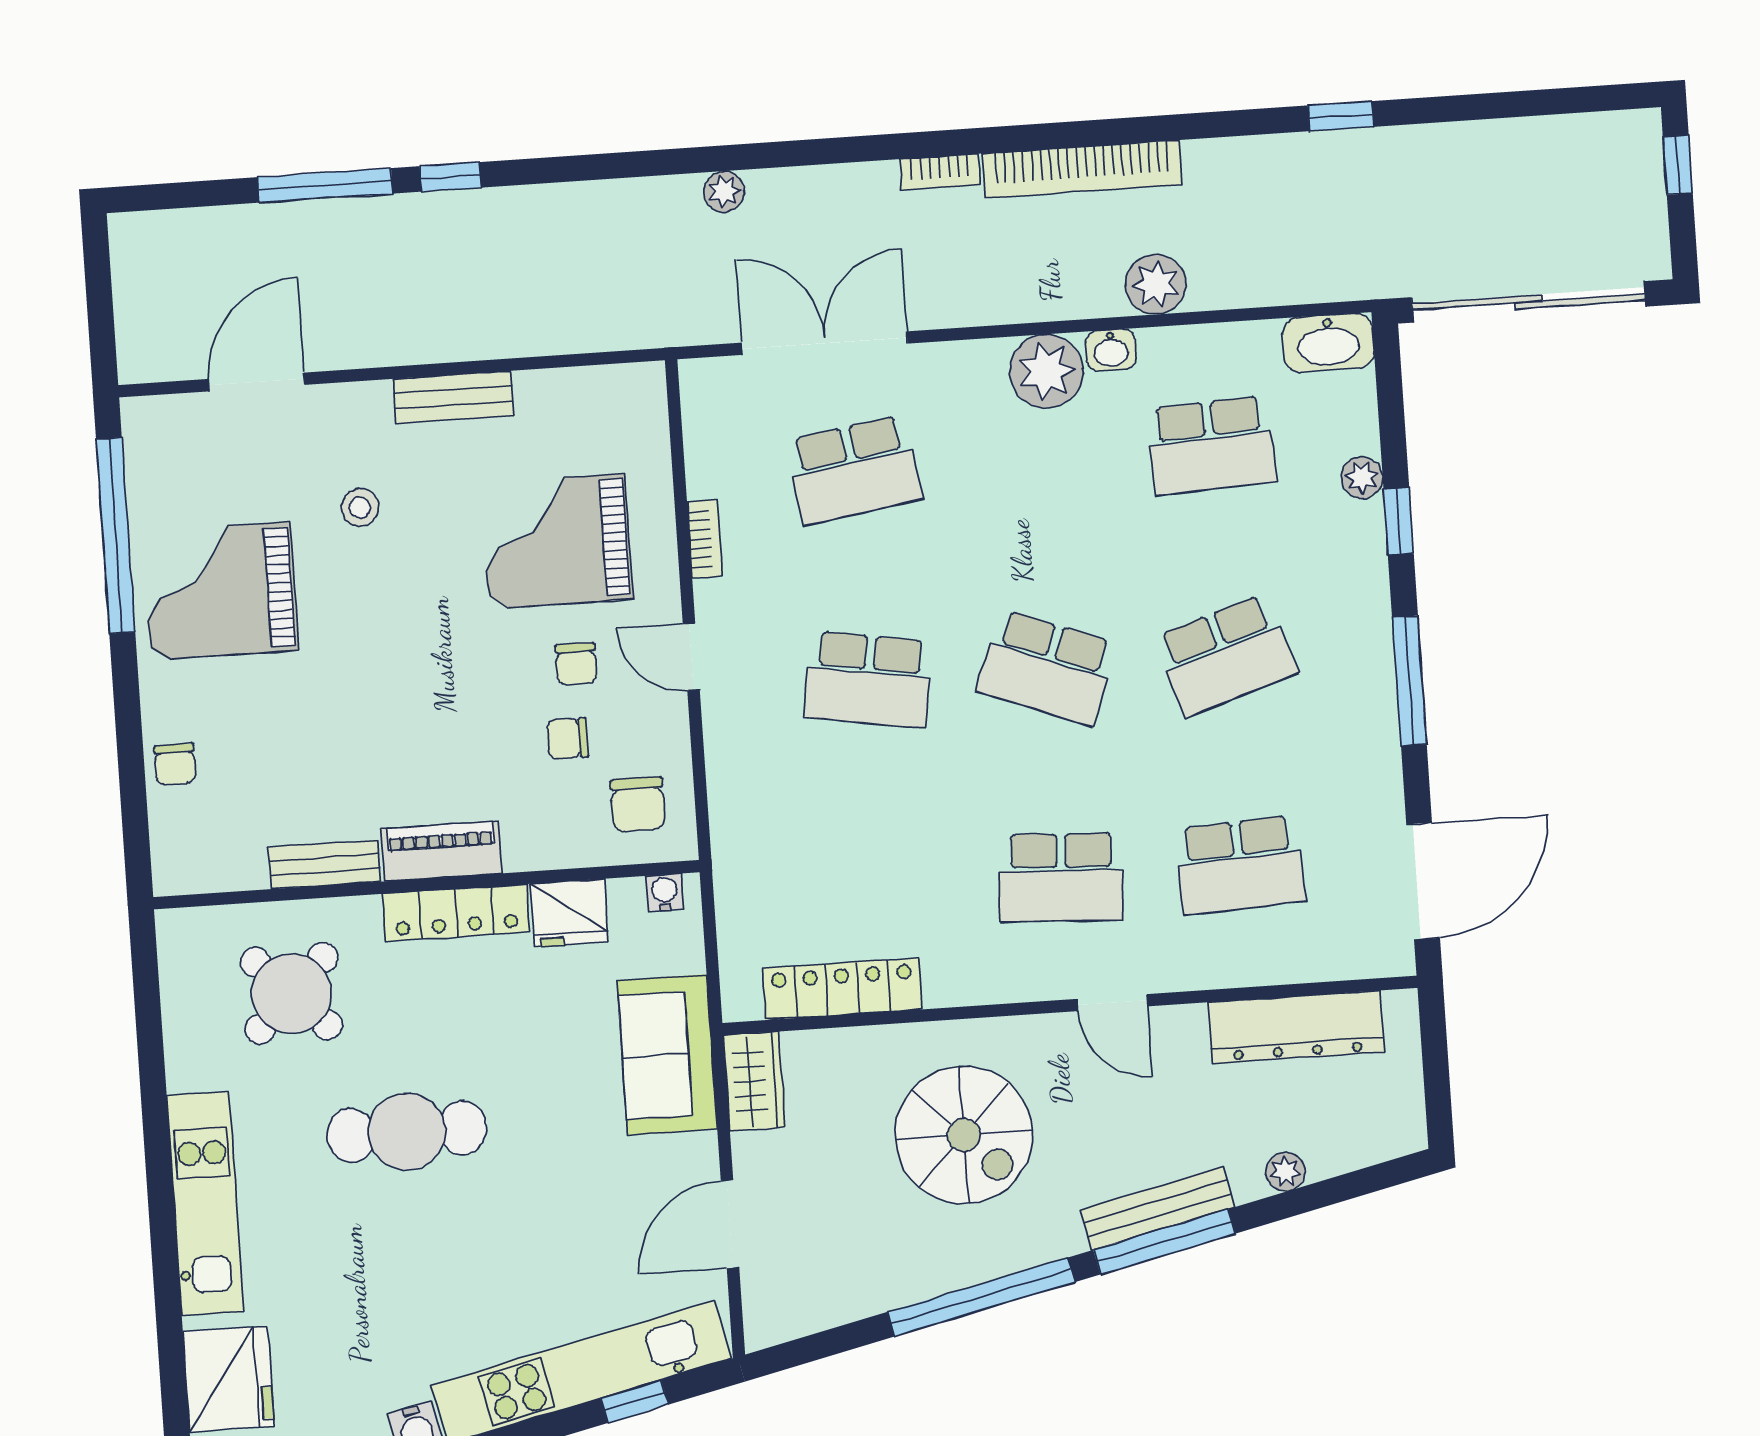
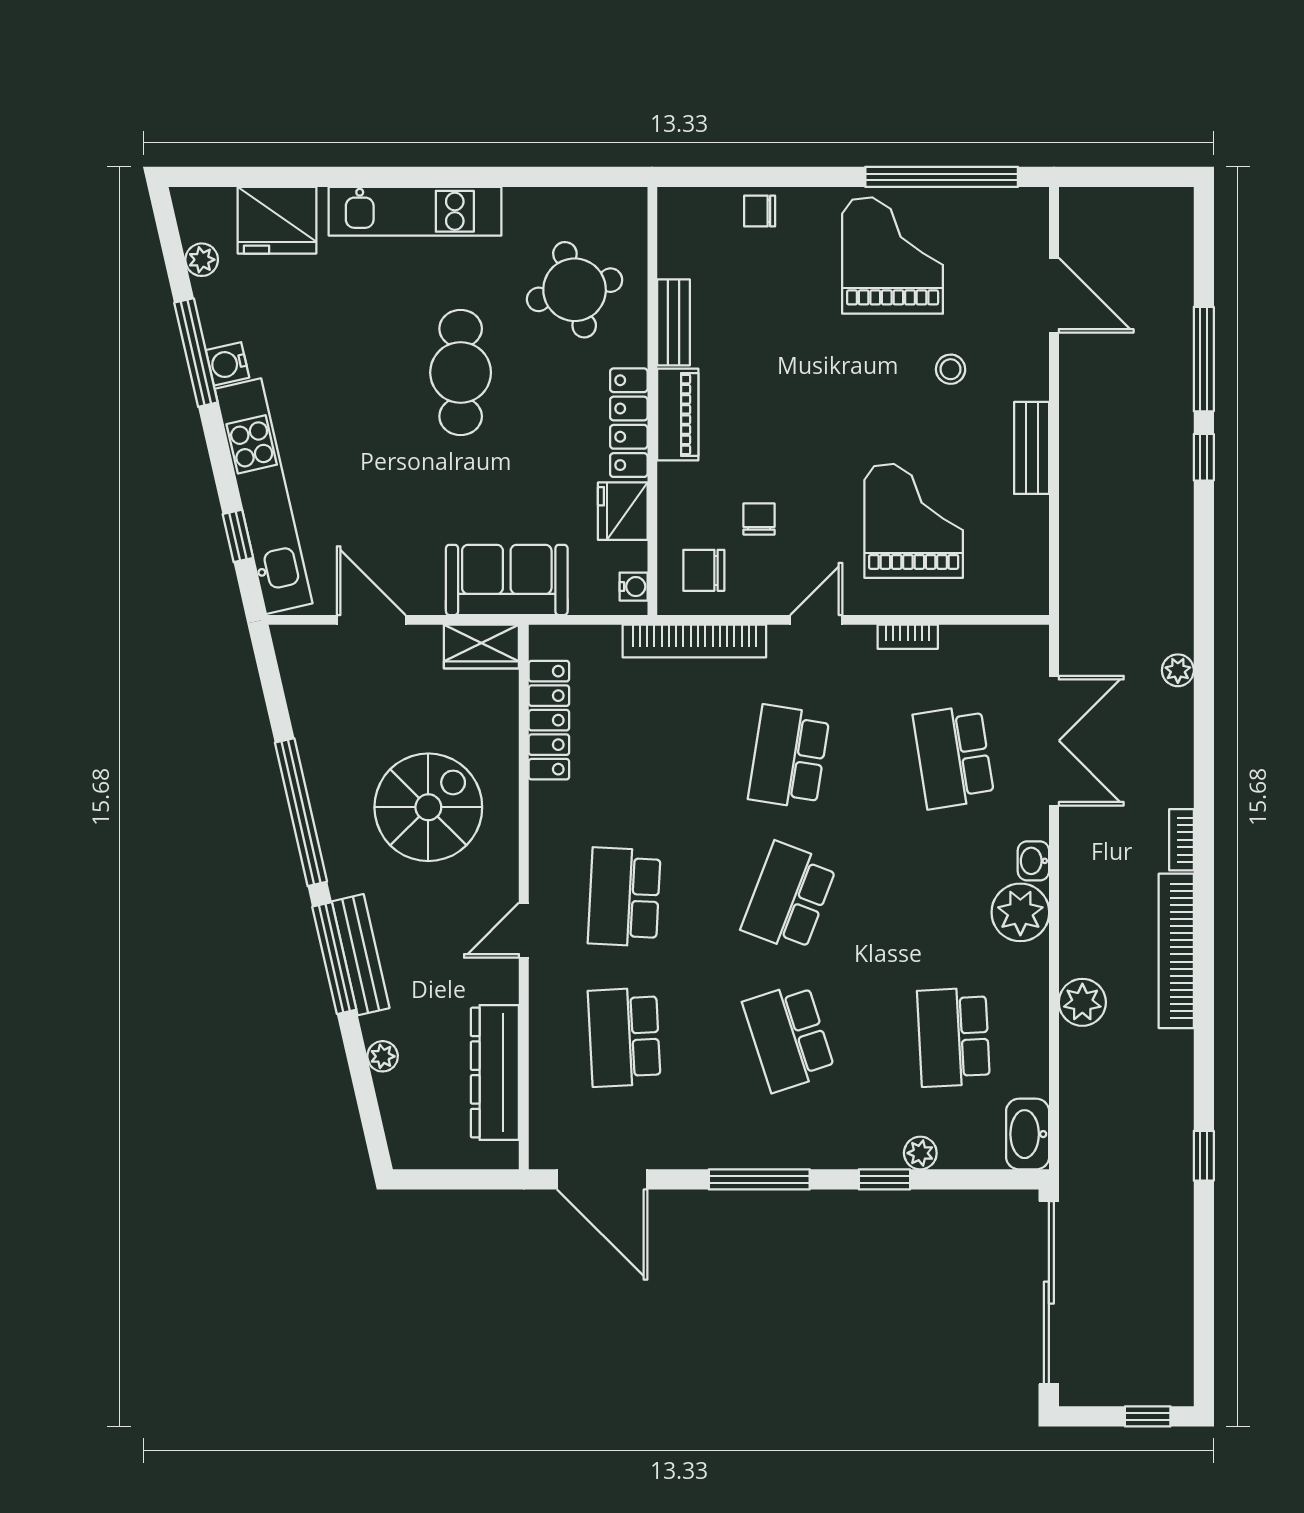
washbasin: (1111, 350) -> (1033, 861), moved
chair: (576, 664) -> (817, 530), removed
bookcase: (729, 810) -> (694, 641), added
round table: (291, 994) -> (575, 290), turned 30
spiral stairs: (964, 1135) -> (428, 807), turned 180

